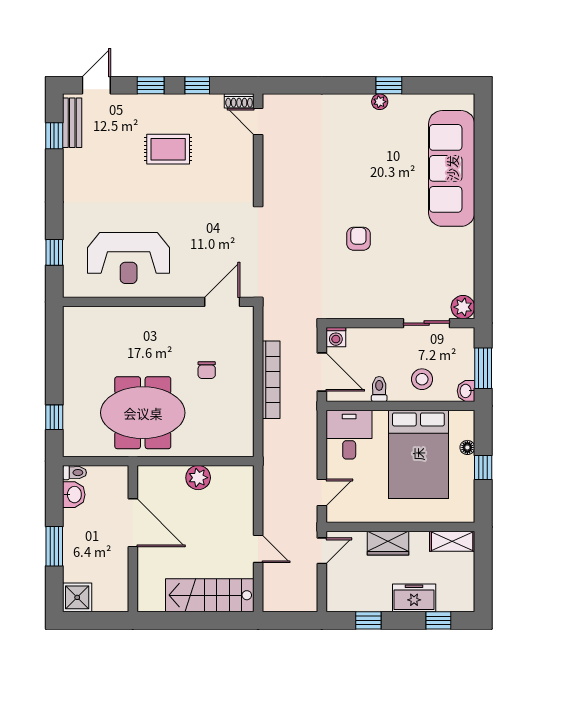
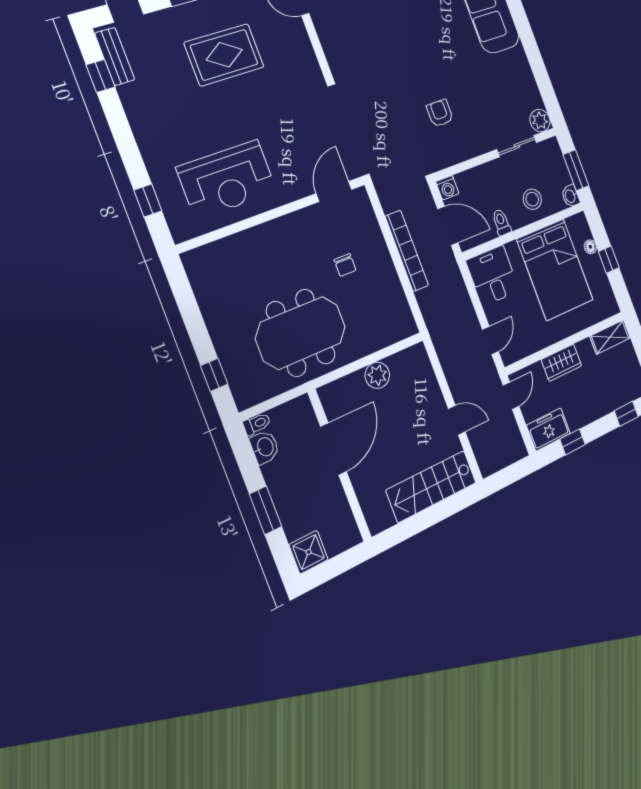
rug: (168, 149) -> (224, 55), width x1.36, depth x1.43
armchair: (358, 239) -> (440, 113), moved
door: (133, 523) -> (333, 449), hinge flipped
freezer: (414, 598) -> (548, 429), moved

